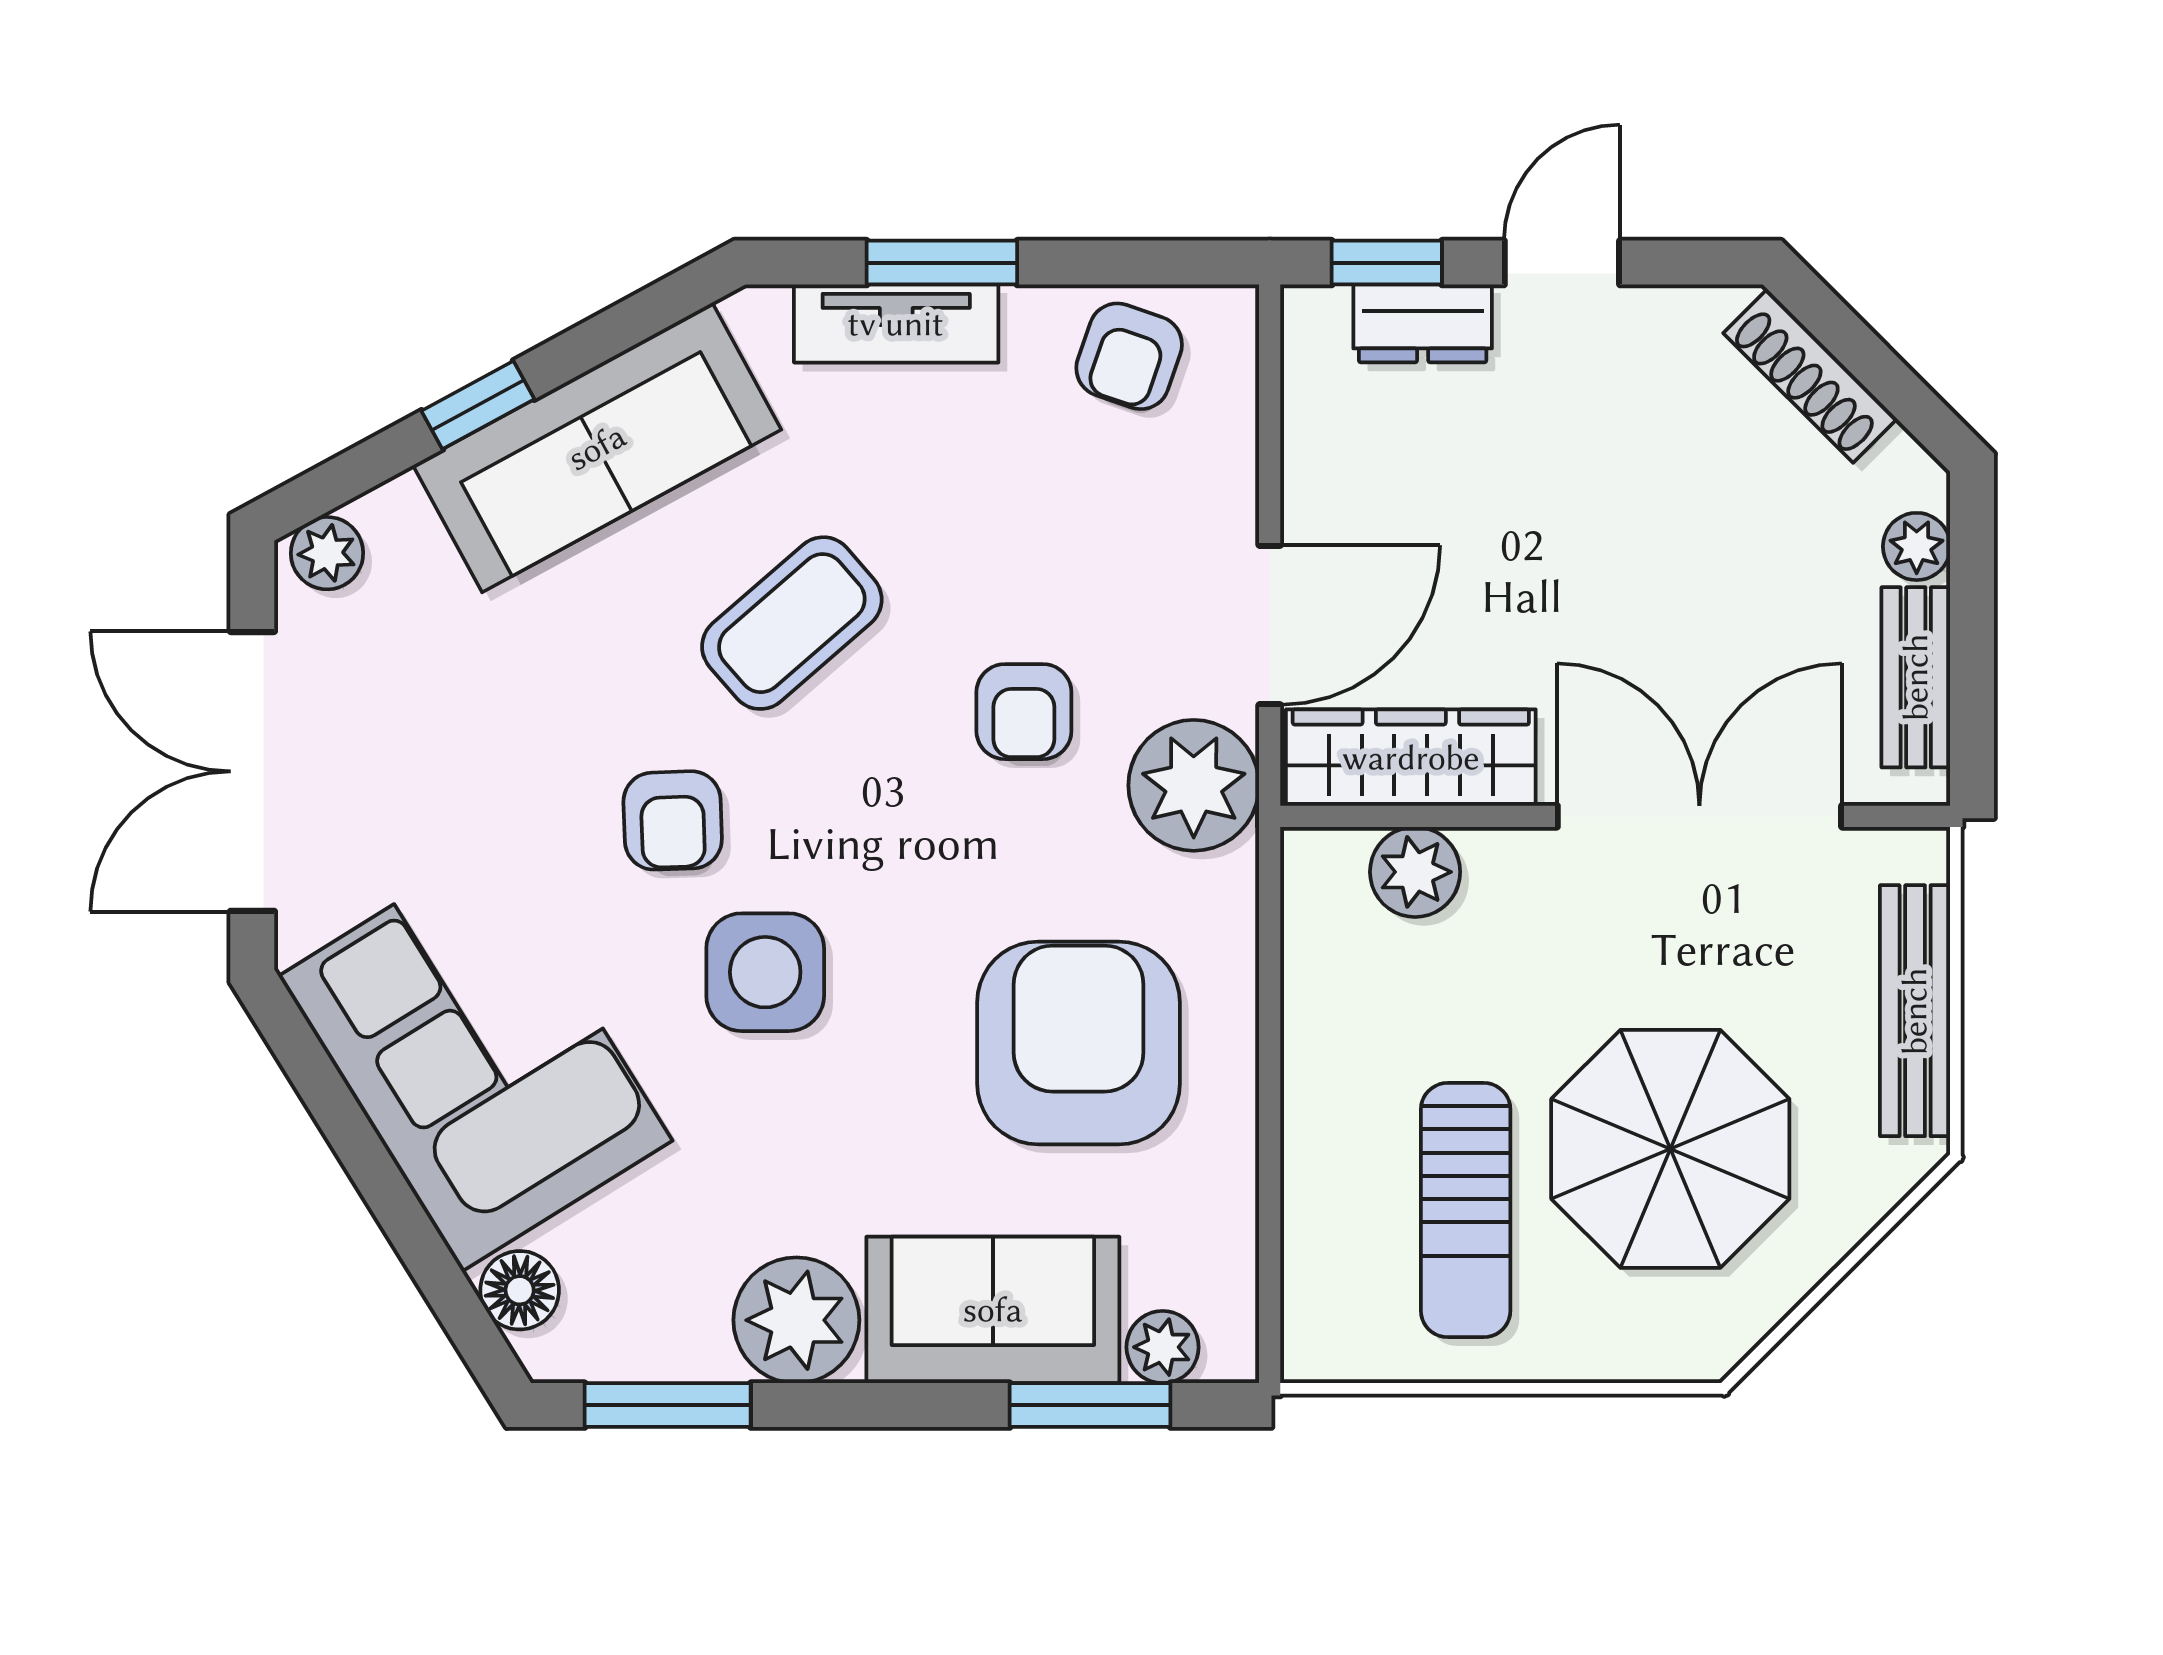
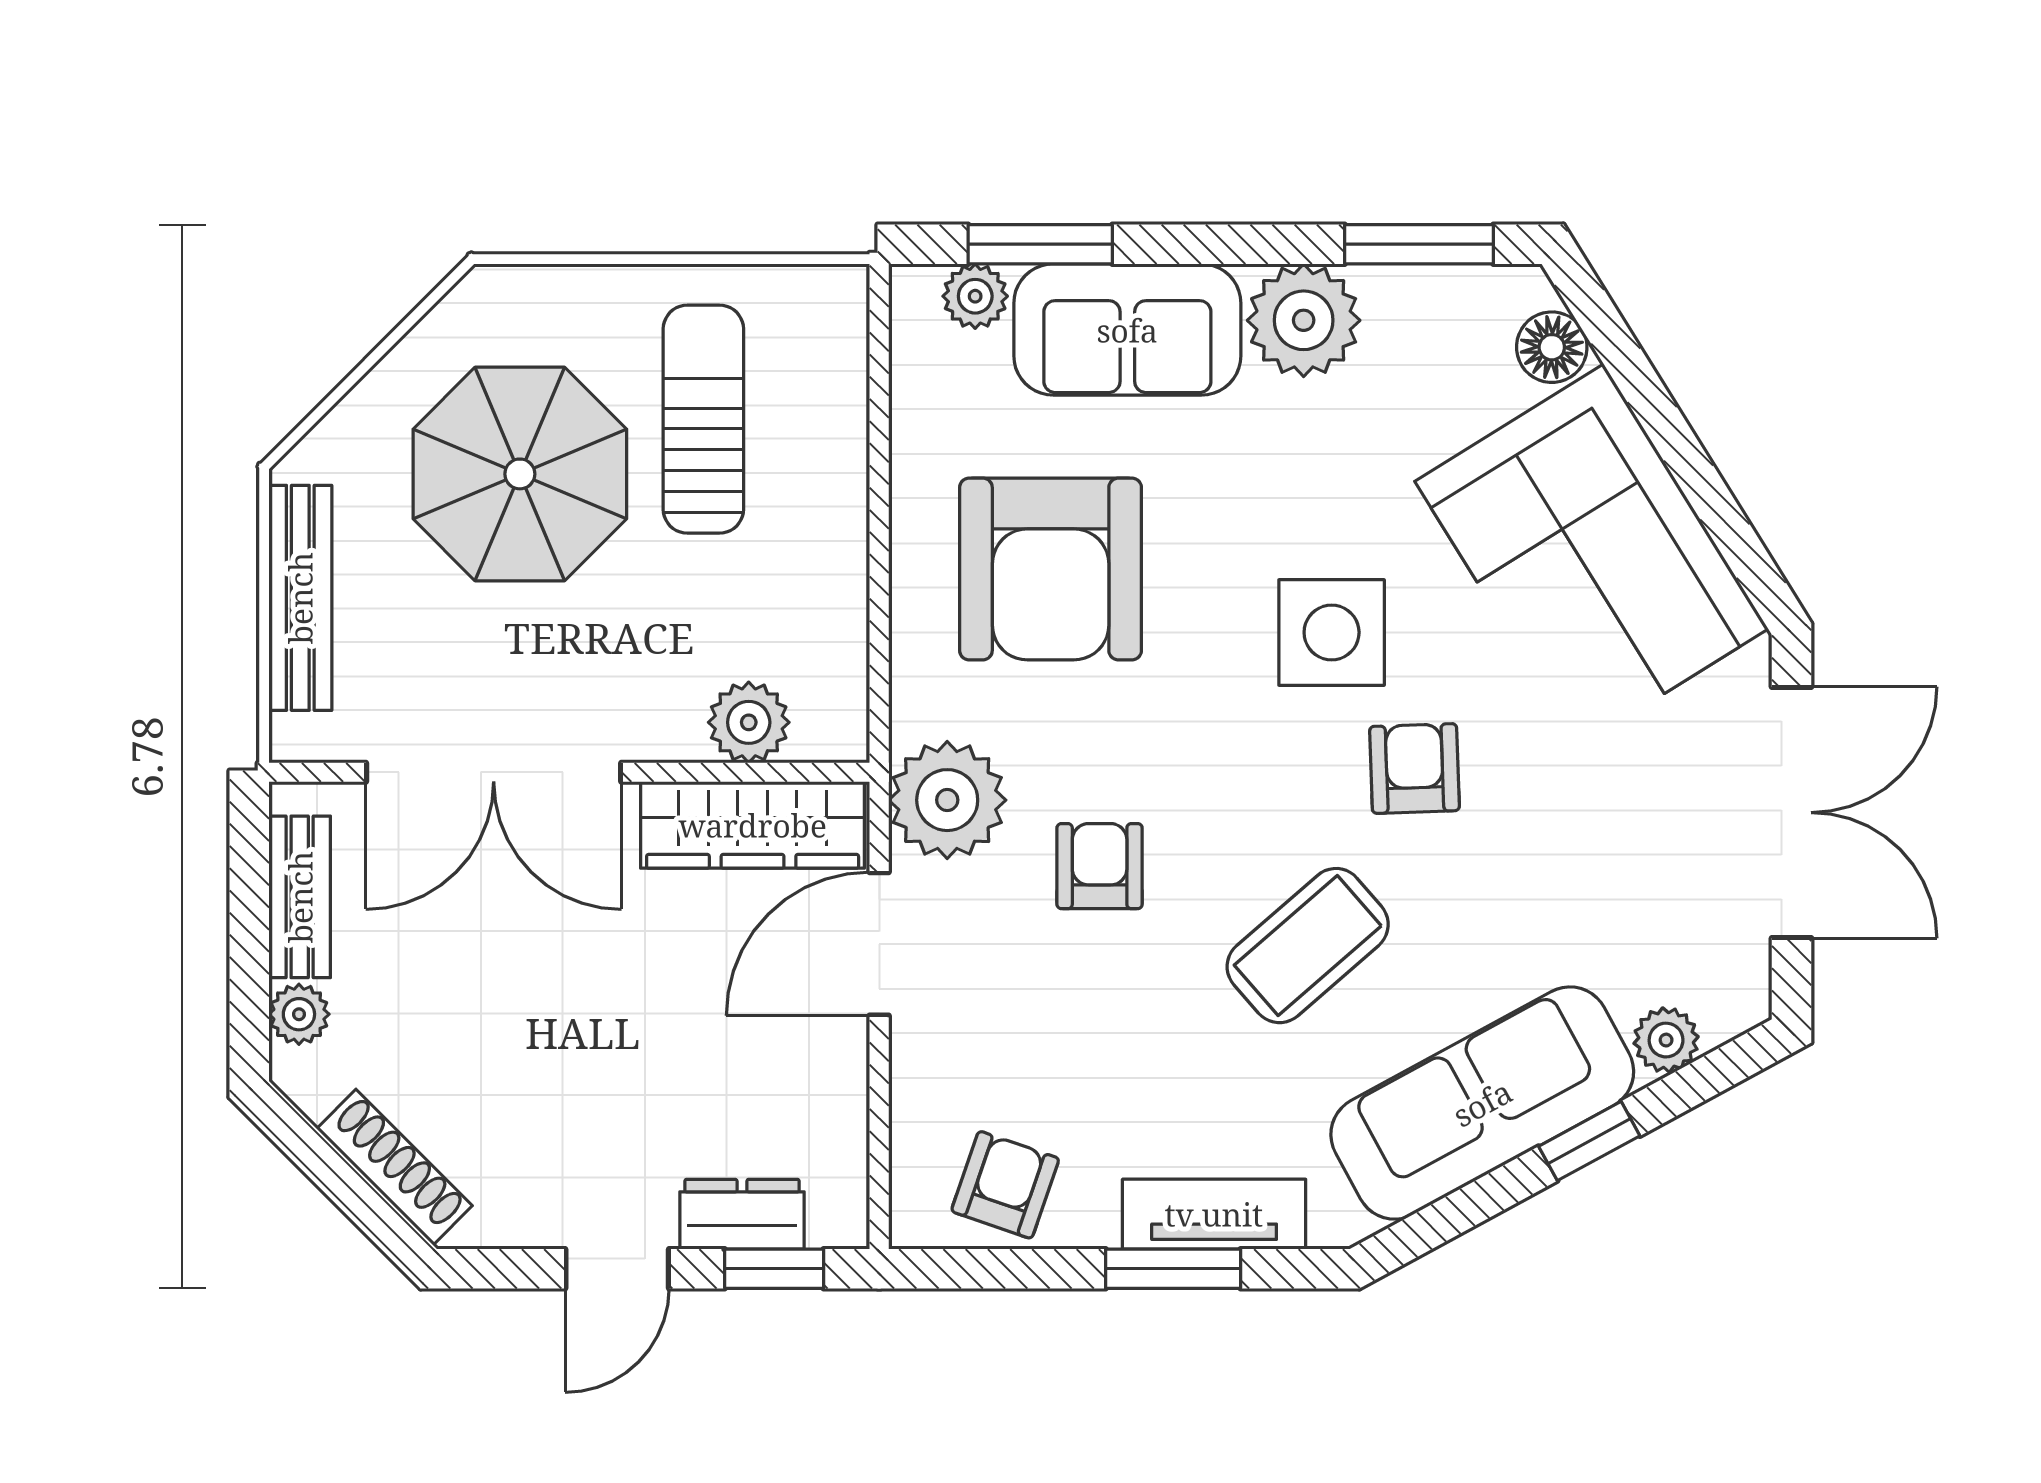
plant: (327, 553) -> (1666, 1040), moved

